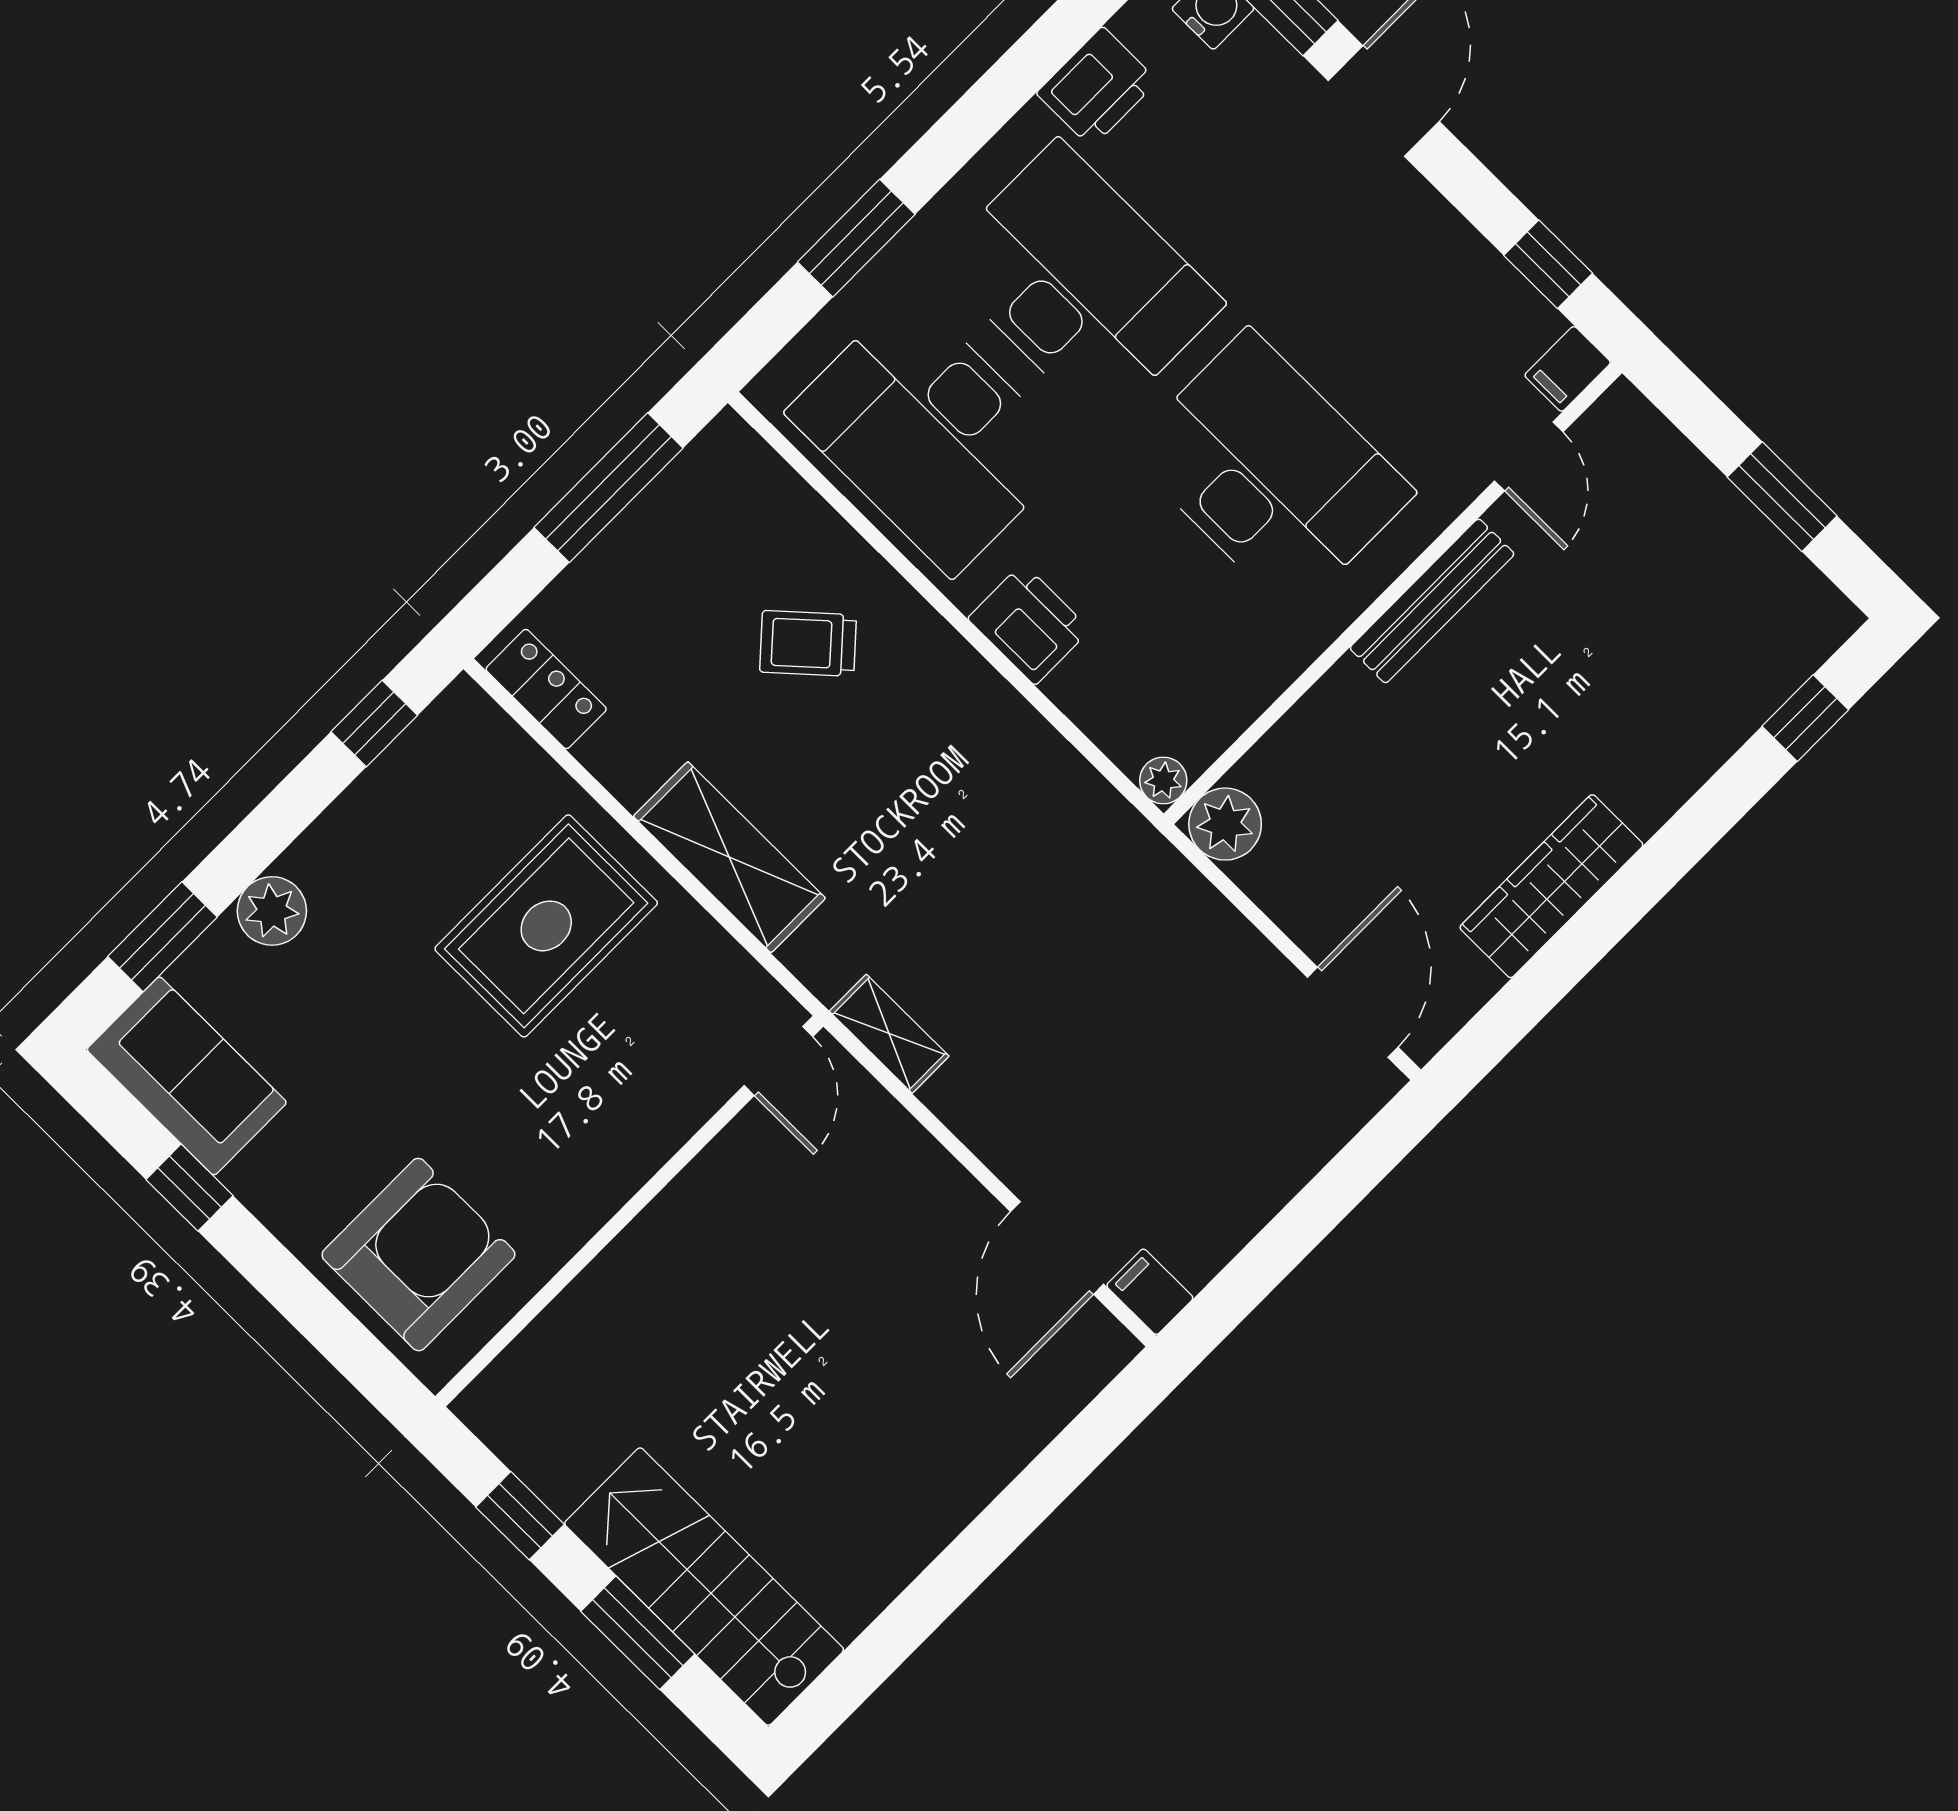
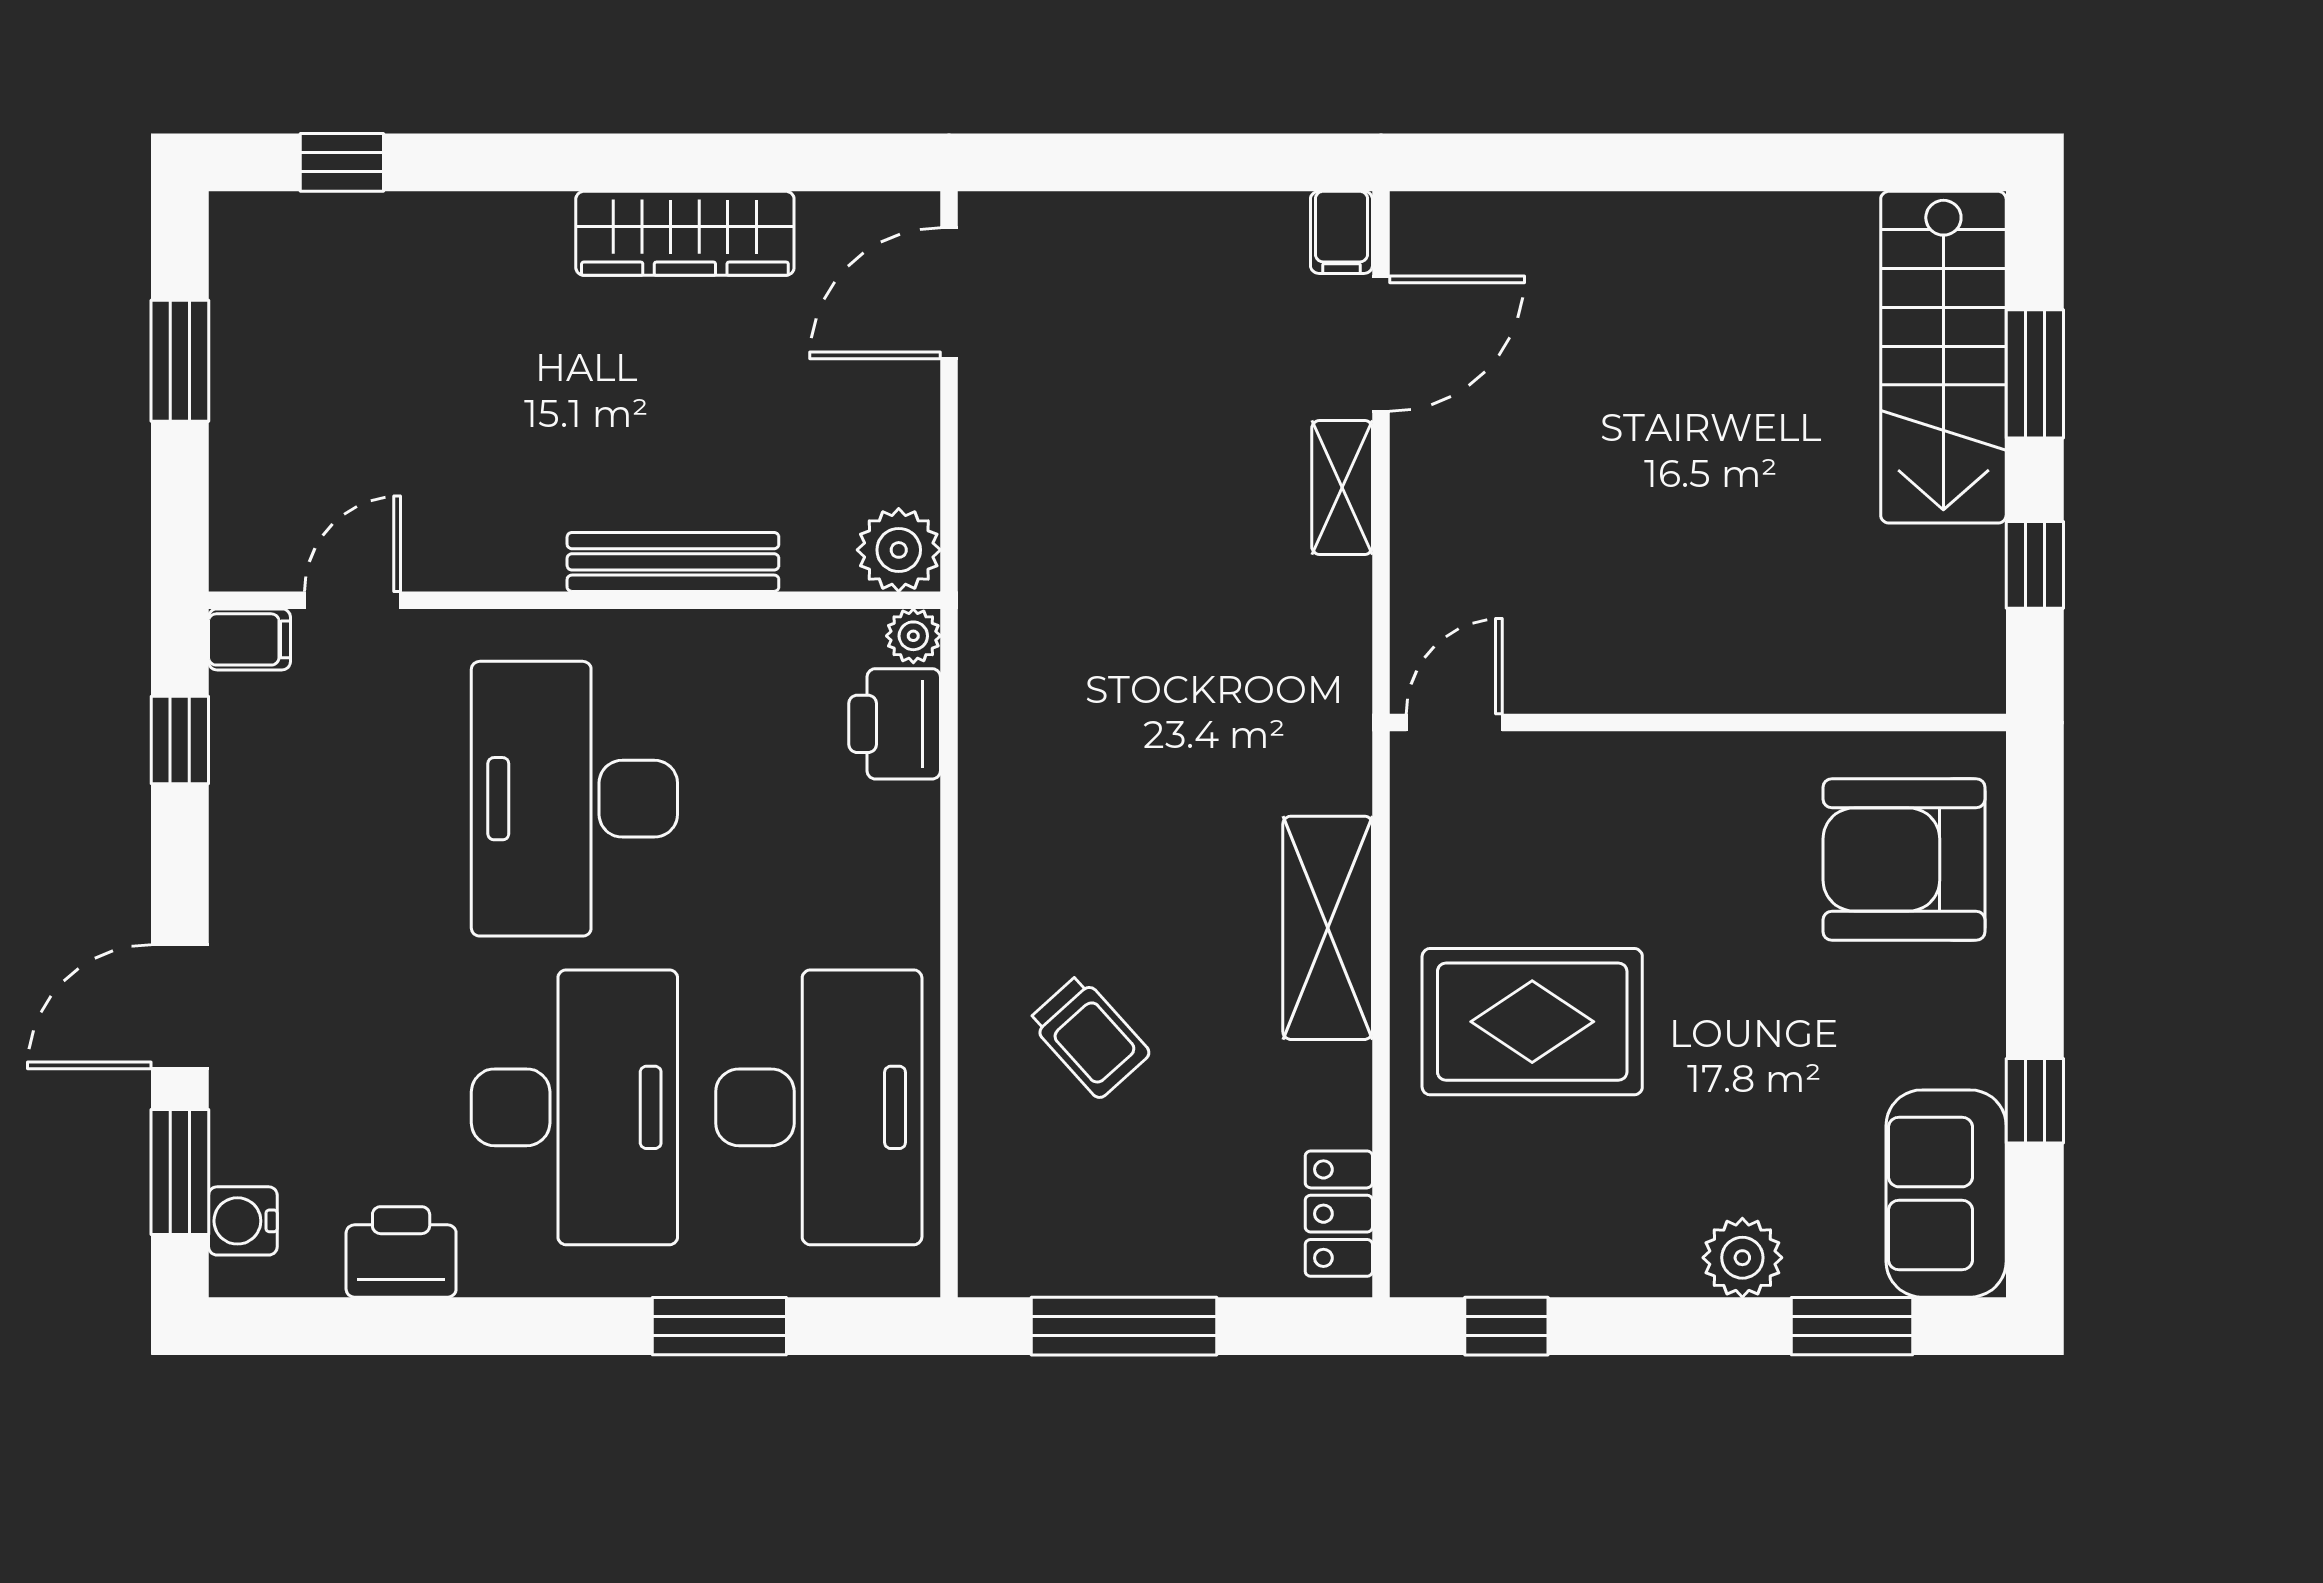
desk: (1080, 283) -> (574, 1107), turned 180
bench: (1432, 601) -> (673, 562), moved
printer: (1029, 624) -> (895, 724), moved
shelving: (889, 1034) -> (1342, 487), moved

